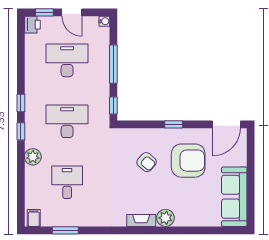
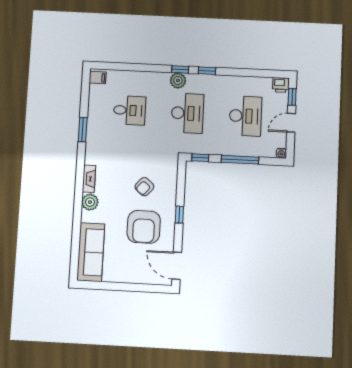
plant: (33, 157) -> (178, 81), moved
sofa: (234, 197) -> (91, 252), moved, turned 90
window: (65, 230) -> (83, 130), moved

